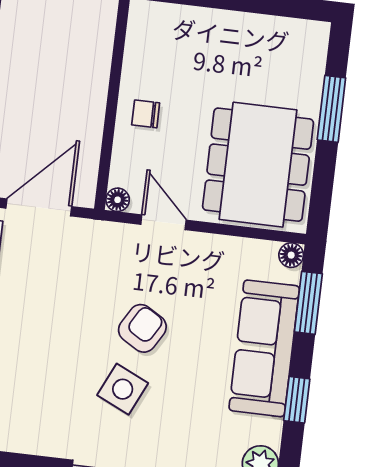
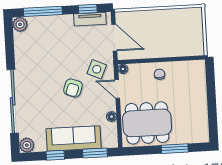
door: (163, 222) -> (117, 89), swing flipped
floor lamp: (291, 255) -> (112, 117), moved
armchair: (142, 328) -> (73, 88), turned 79
side table: (123, 389) -> (97, 69), moved

